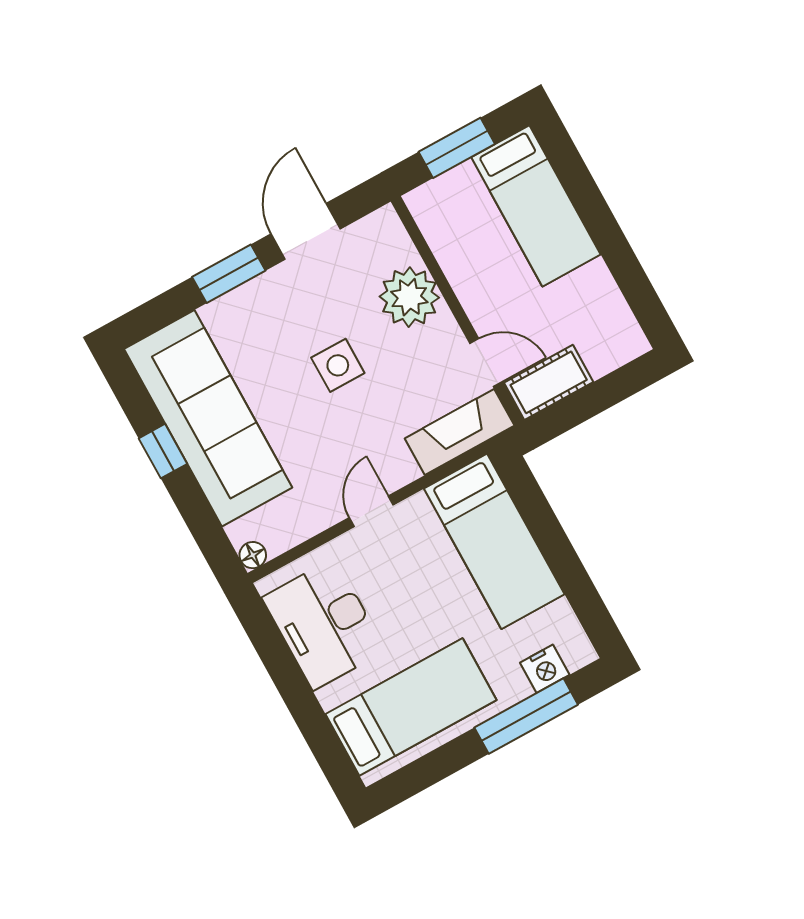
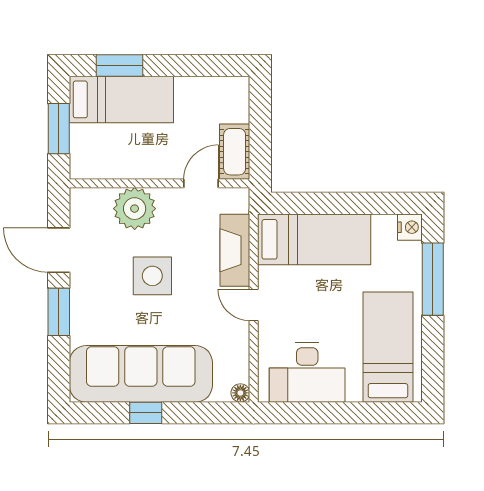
window: (577, 180) -> (119, 65), added
side table: (338, 365) -> (152, 276), width x1.37, depth x1.37
fireplace: (460, 432) -> (235, 250), moved
nightstand: (545, 669) -> (410, 227), moved

